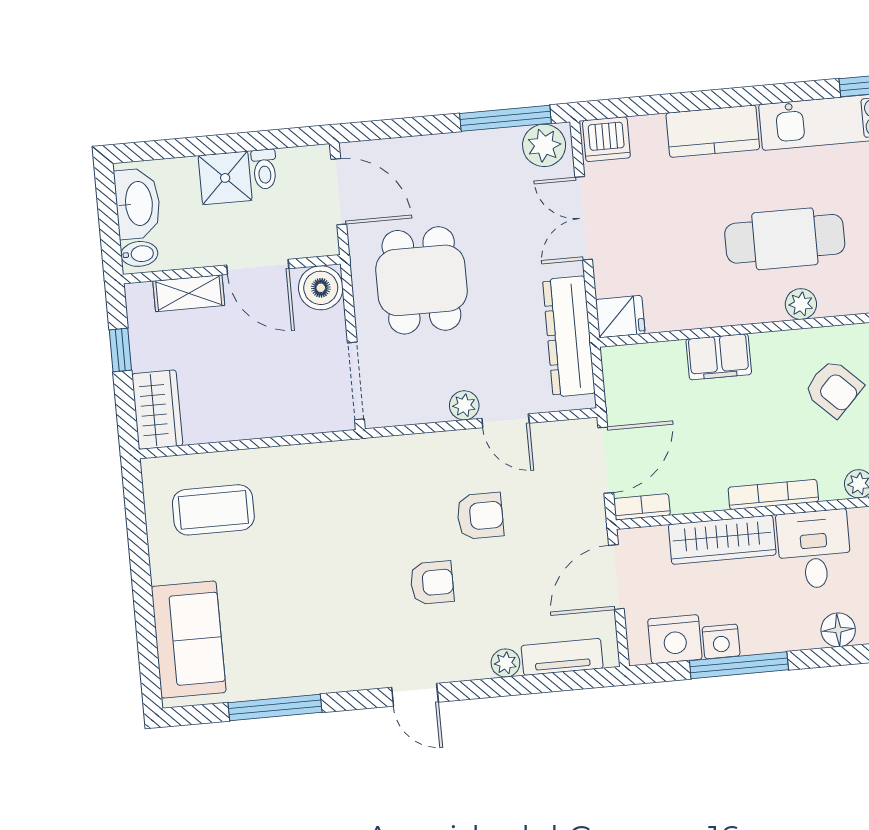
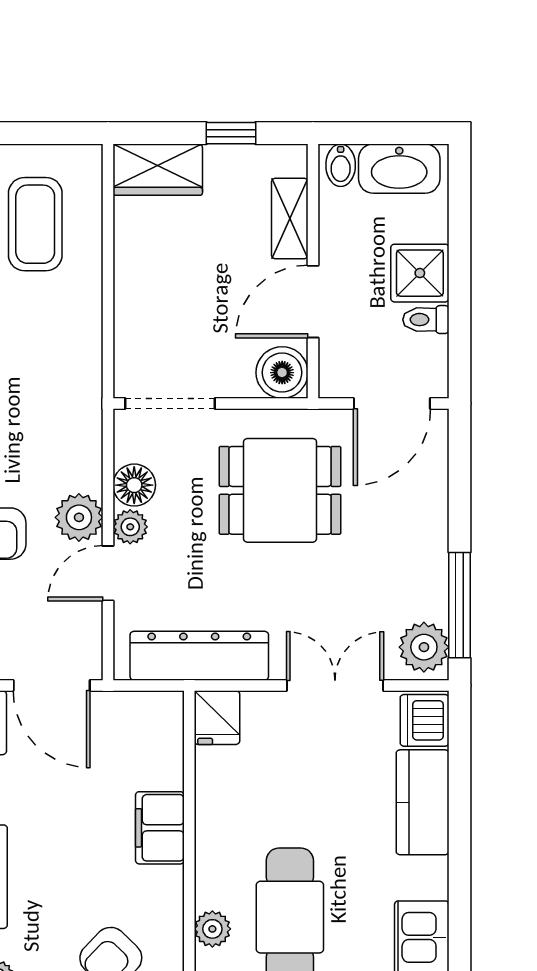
kitchen counter: (713, 131) -> (423, 802), moved
floor lamp: (428, 405) -> (134, 485), added
plant: (460, 450) -> (79, 517), added

